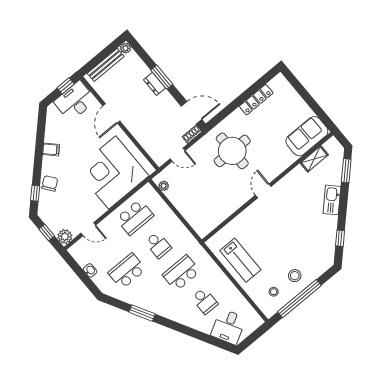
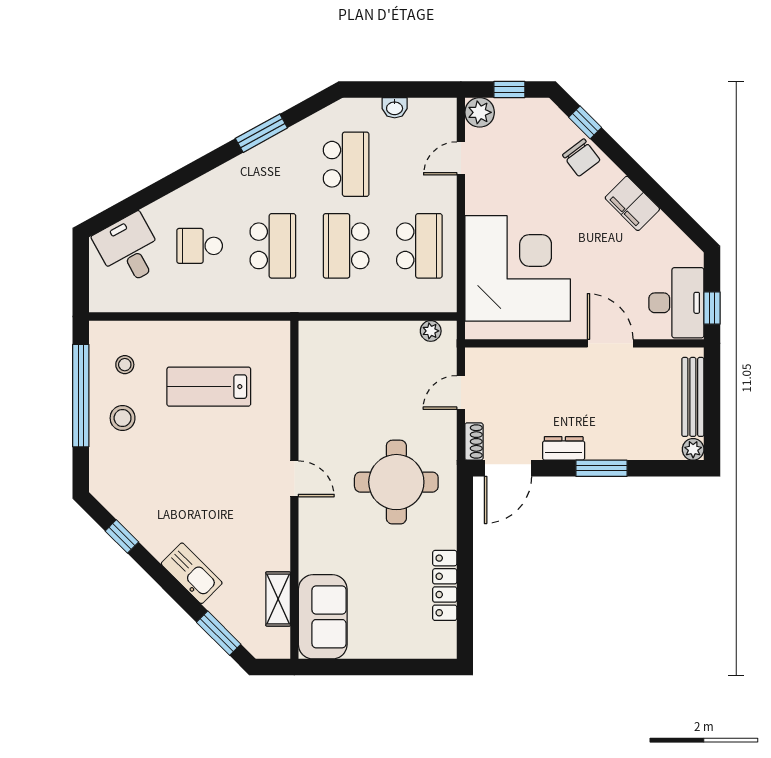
dresser: (155, 84) -> (564, 448), moved
filing cabinet: (51, 149) -> (632, 203), width x2.00
school desk: (135, 217) -> (419, 246), turned 180
school desk: (158, 245) -> (346, 246), width x1.85
lab bench: (240, 260) -> (209, 387), moved

